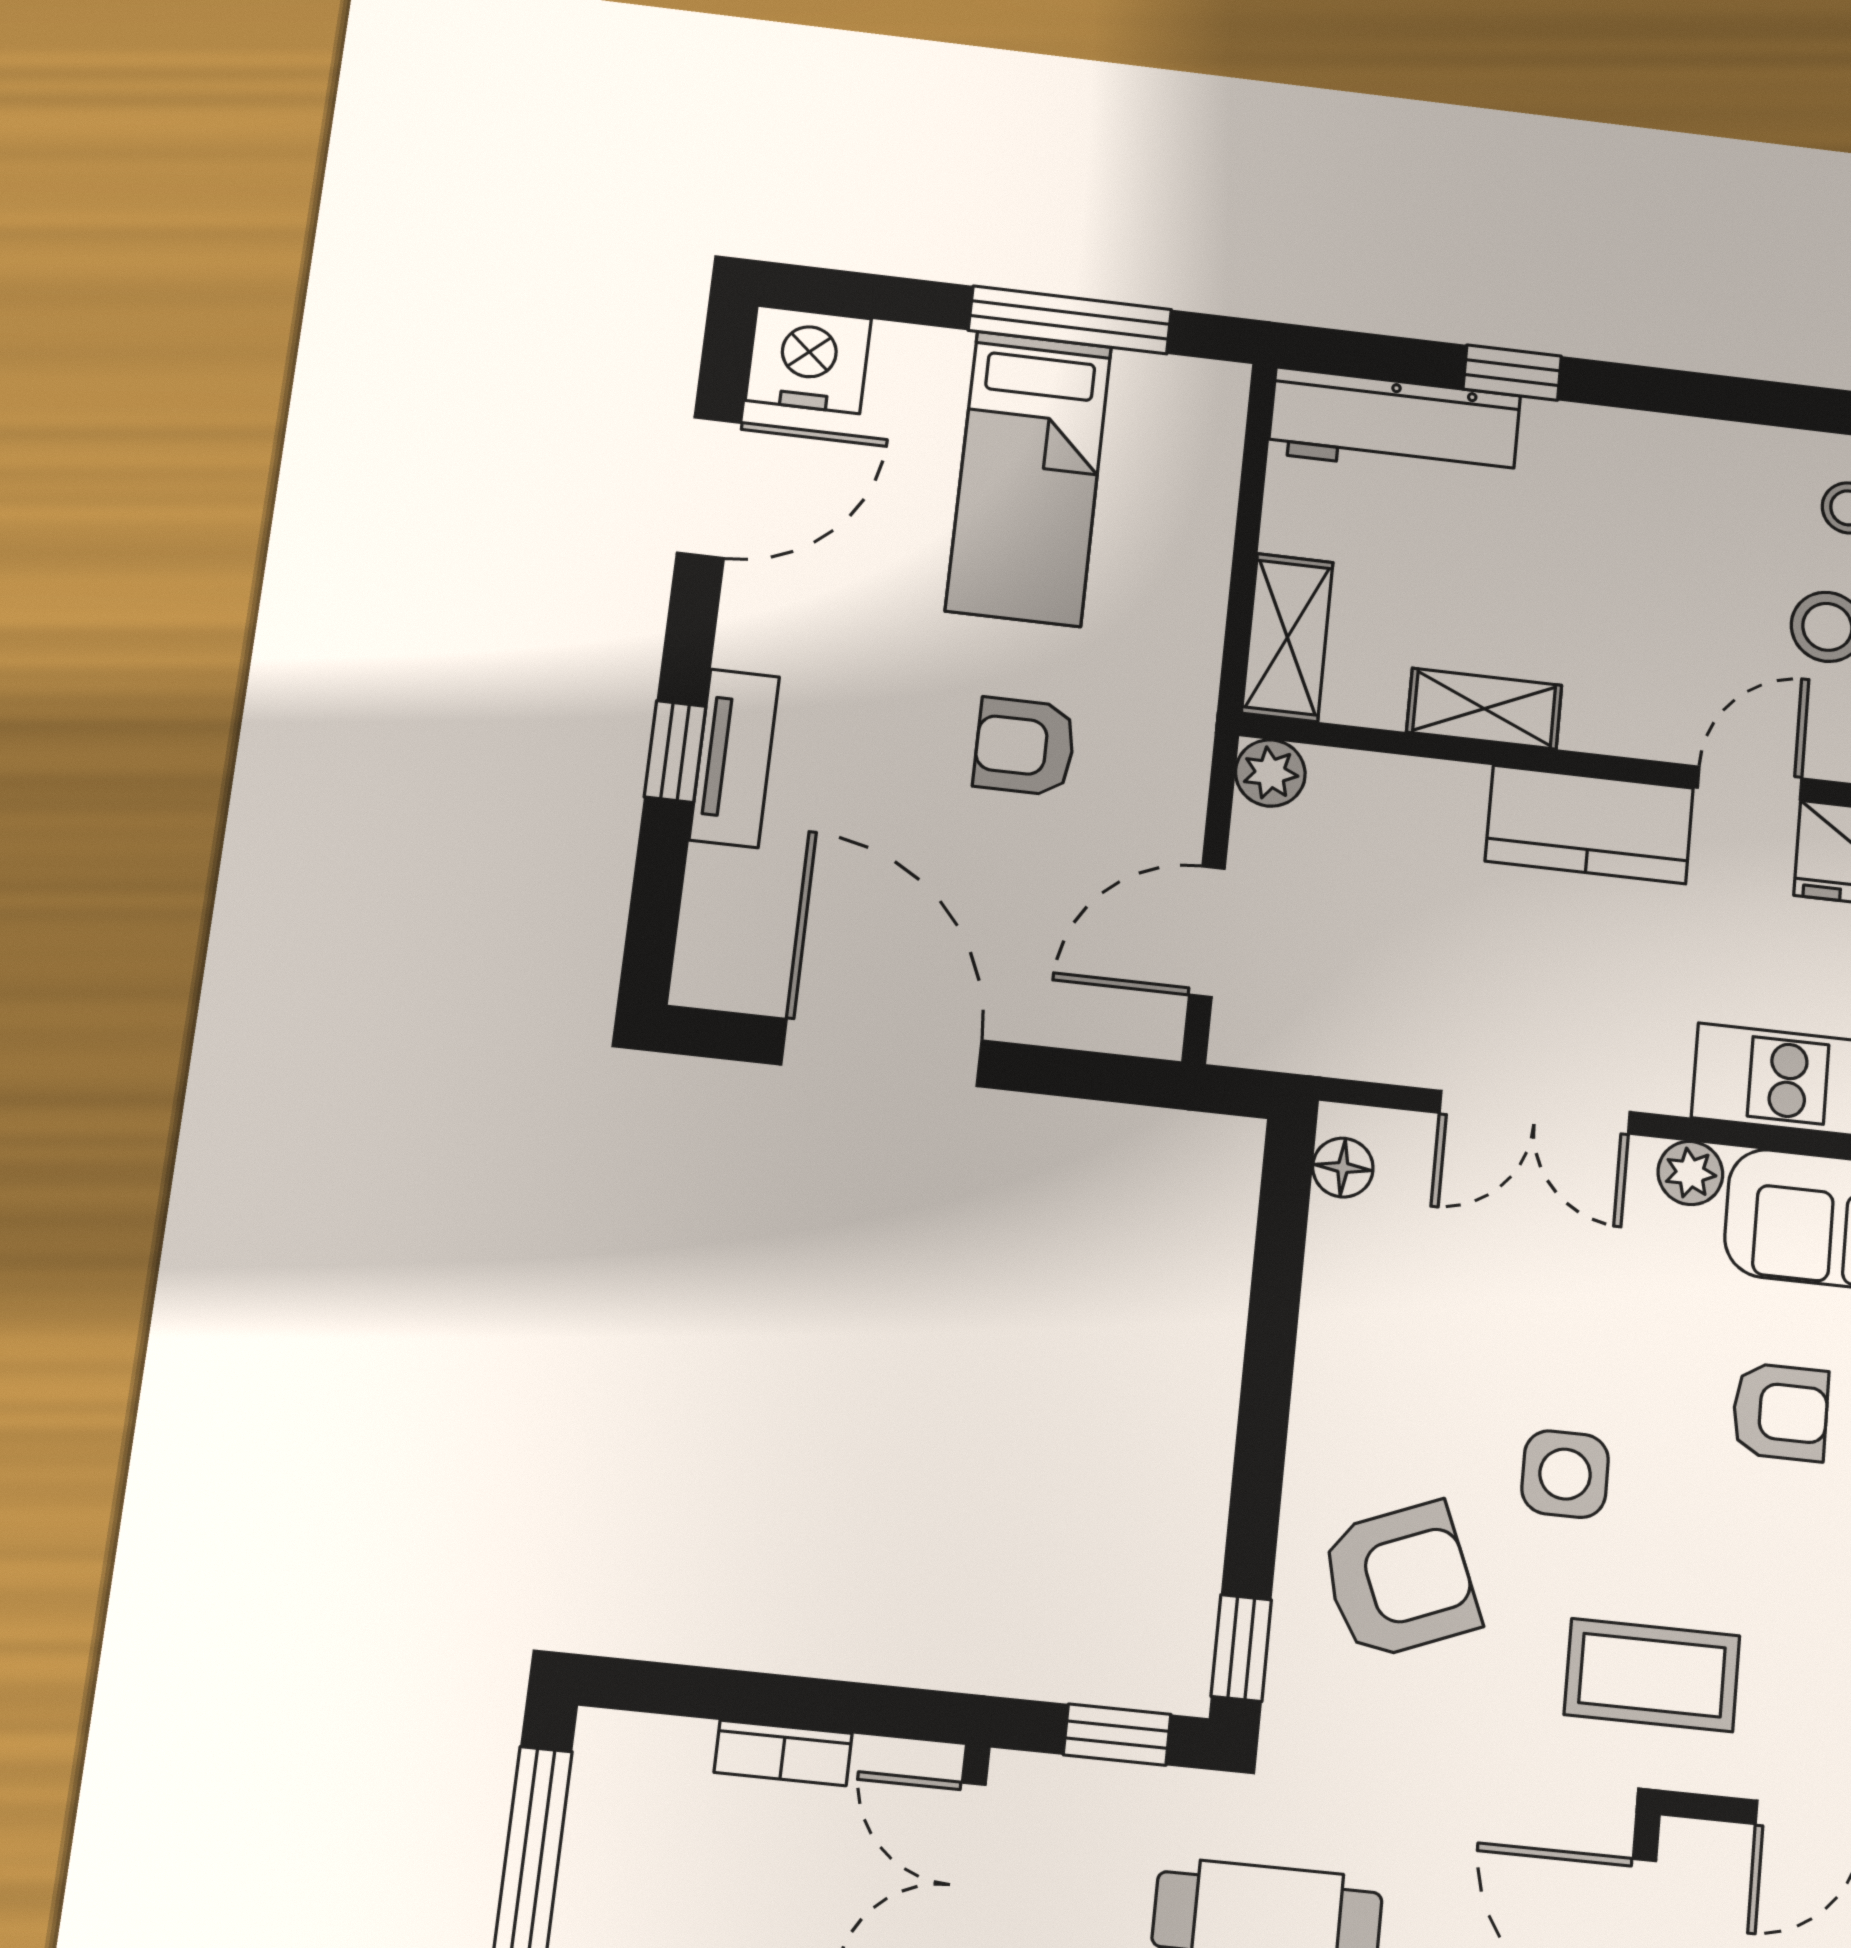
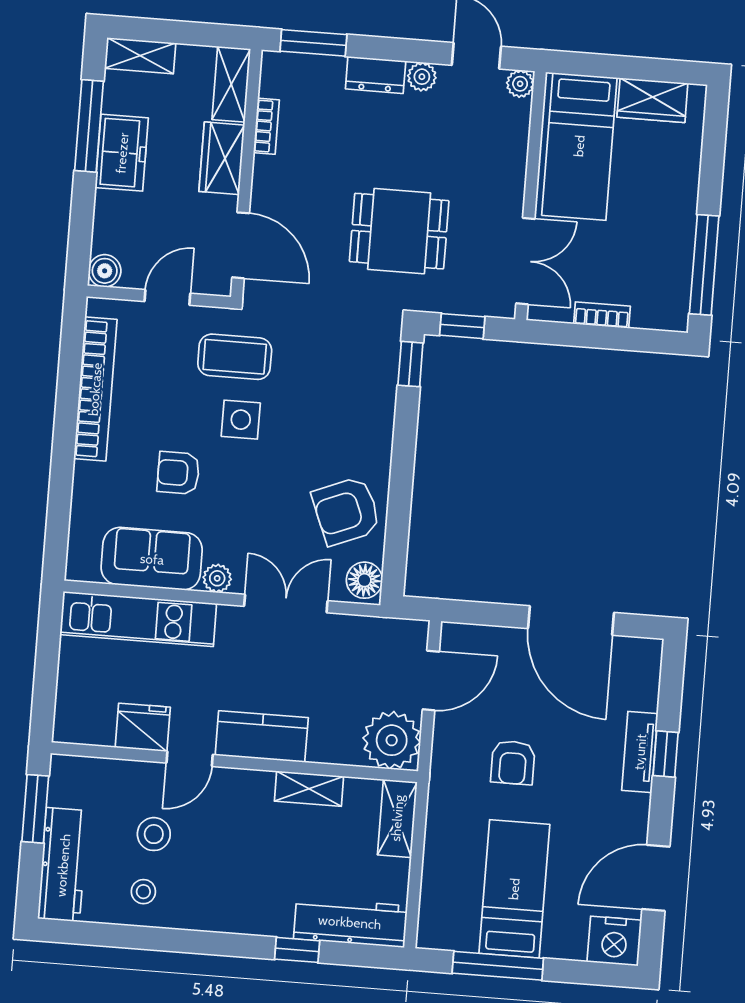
armchair: (1025, 747) -> (513, 763), turned 90
plant: (1270, 773) -> (392, 740), width x1.87, depth x1.87
floor lamp: (1343, 1168) -> (364, 580), width x1.37, depth x1.37
side table: (1565, 1474) -> (241, 420), moved
armchair: (1400, 1581) -> (346, 511), moved

